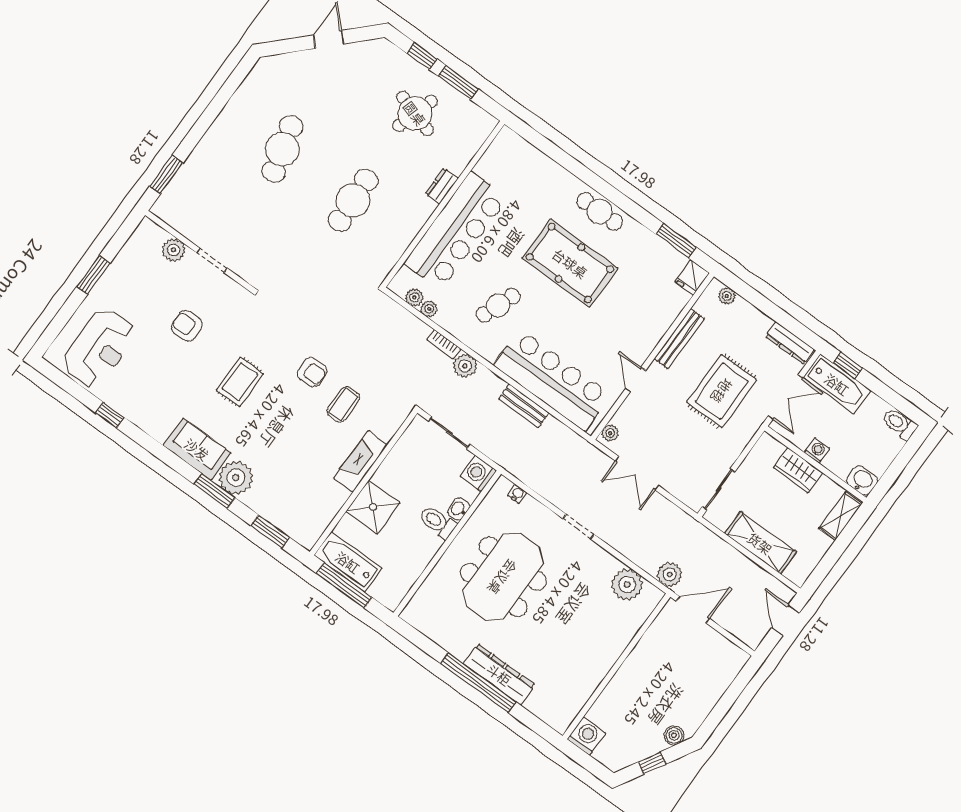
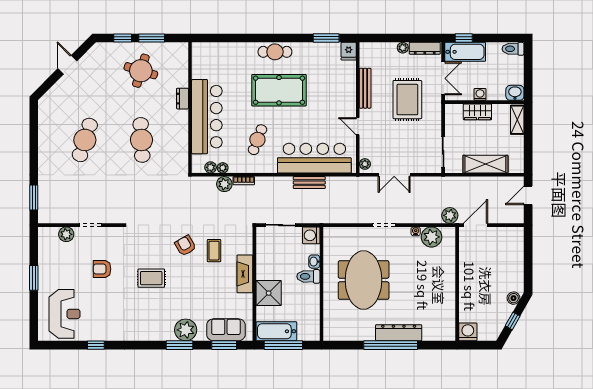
cafe table: (282, 149) -> (85, 140), turned 33
plant: (727, 296) -> (403, 48), moved
plant: (465, 366) -> (224, 184), moved
armchair: (312, 372) -> (185, 246), turned -118
rug: (240, 382) -> (151, 278), turned 90
sofa: (197, 449) -> (226, 330), moved
water cooler: (517, 494) -> (416, 231), moved
door: (785, 620) -> (528, 195), hinge flipped

